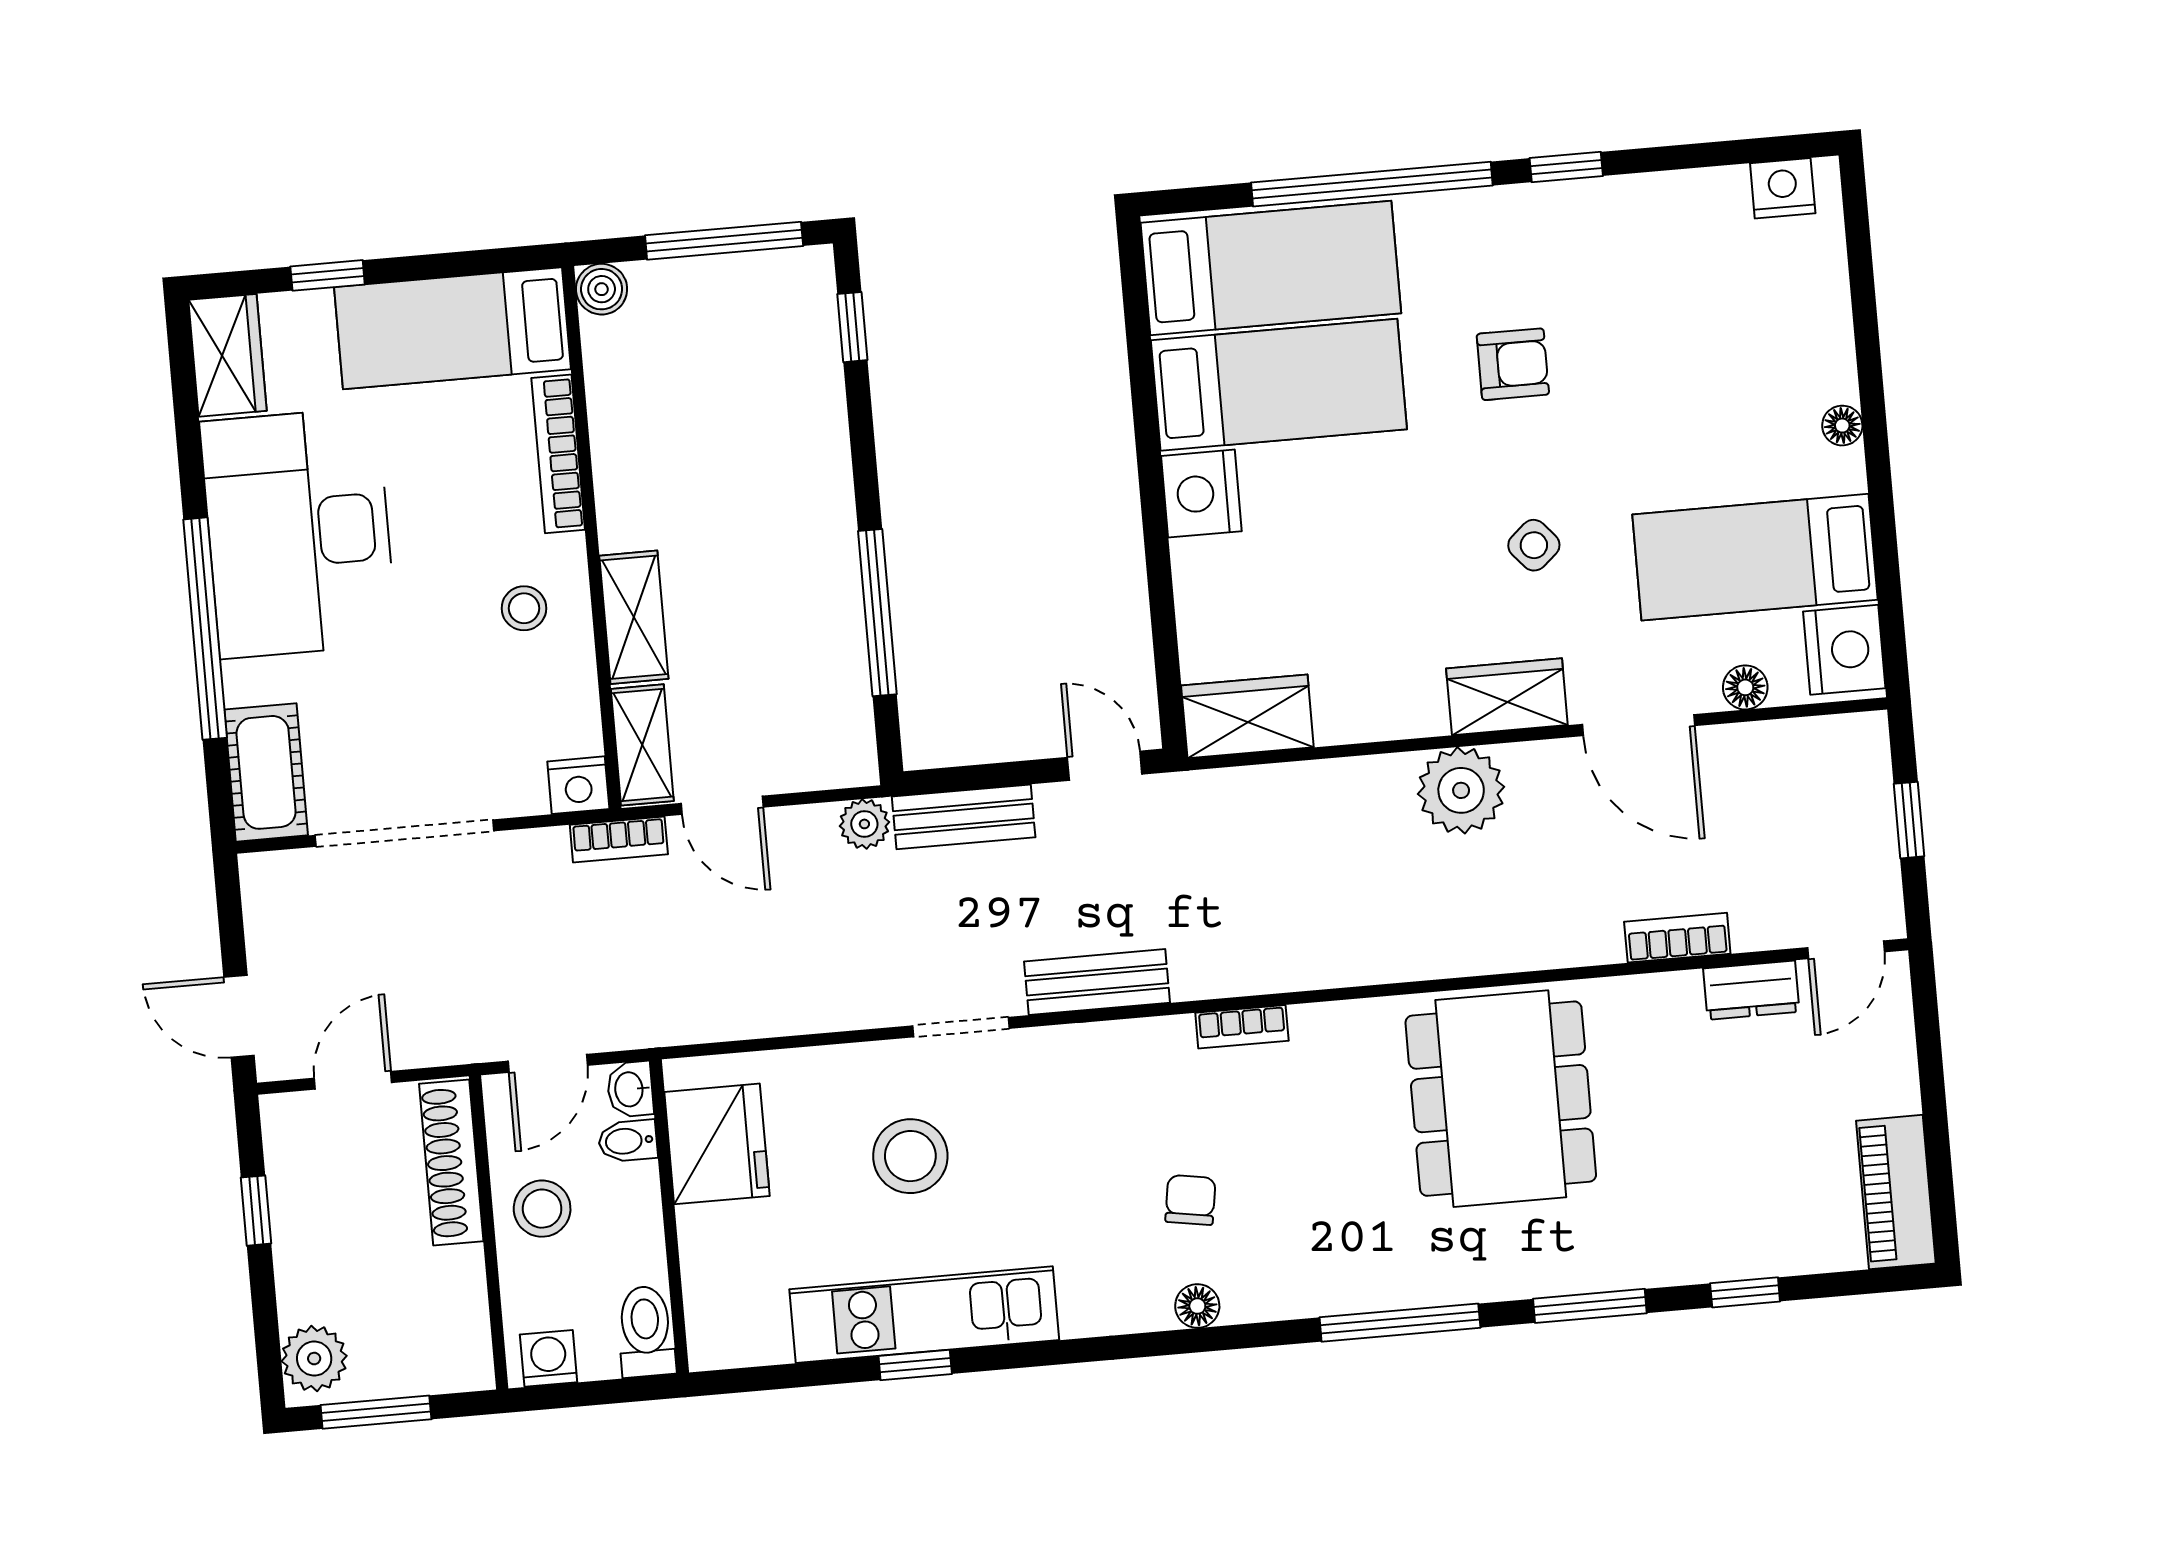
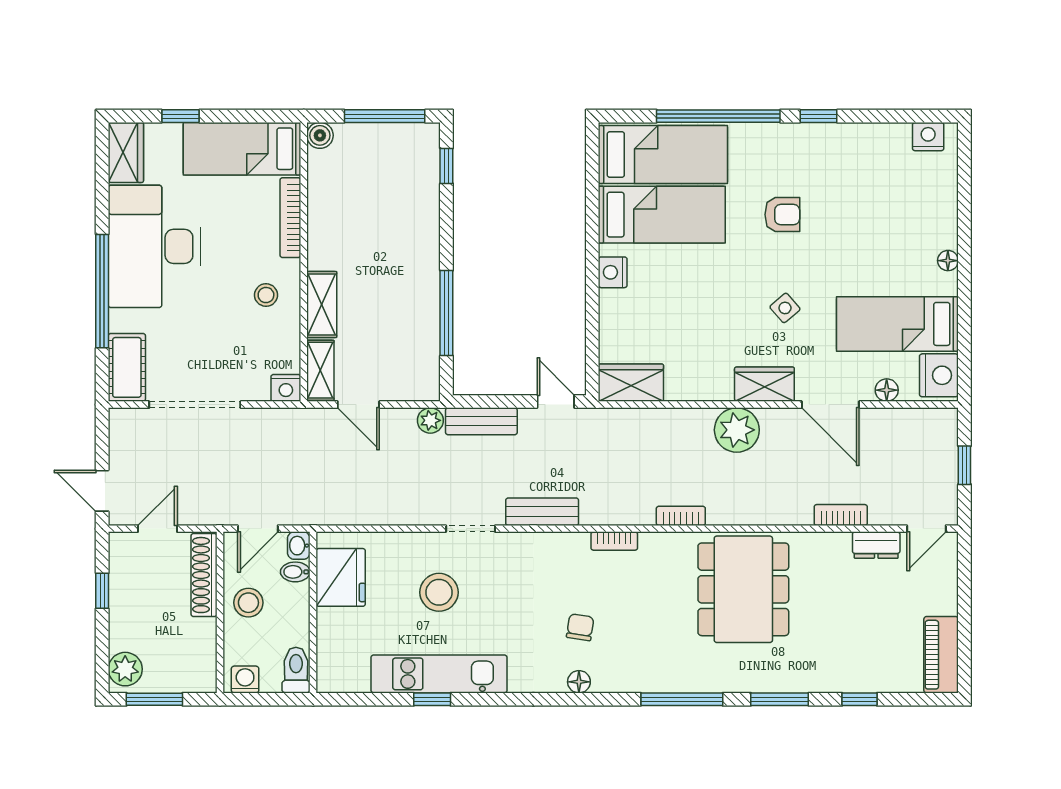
nightstand: (1201, 494) -> (613, 272), width x0.74, depth x0.75
bookcase: (619, 839) -> (681, 516), moved, turned 180

